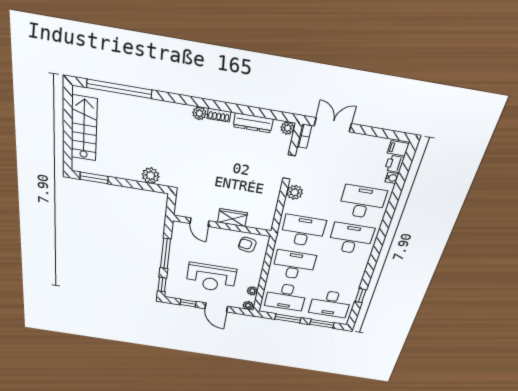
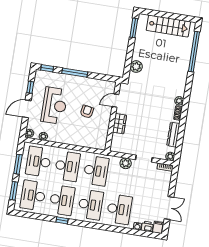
double door: (333, 125) -> (169, 208), moved
wardrobe: (232, 218) -> (119, 124), moved
door: (199, 222) -> (115, 101), moved
wall: (222, 226) -> (113, 116), moved
armchair: (247, 245) -> (87, 112), moved
desk: (340, 272) -> (62, 200), added
reception desk: (211, 278) -> (54, 106), turned 180
window: (361, 296) -> (62, 220), moved

